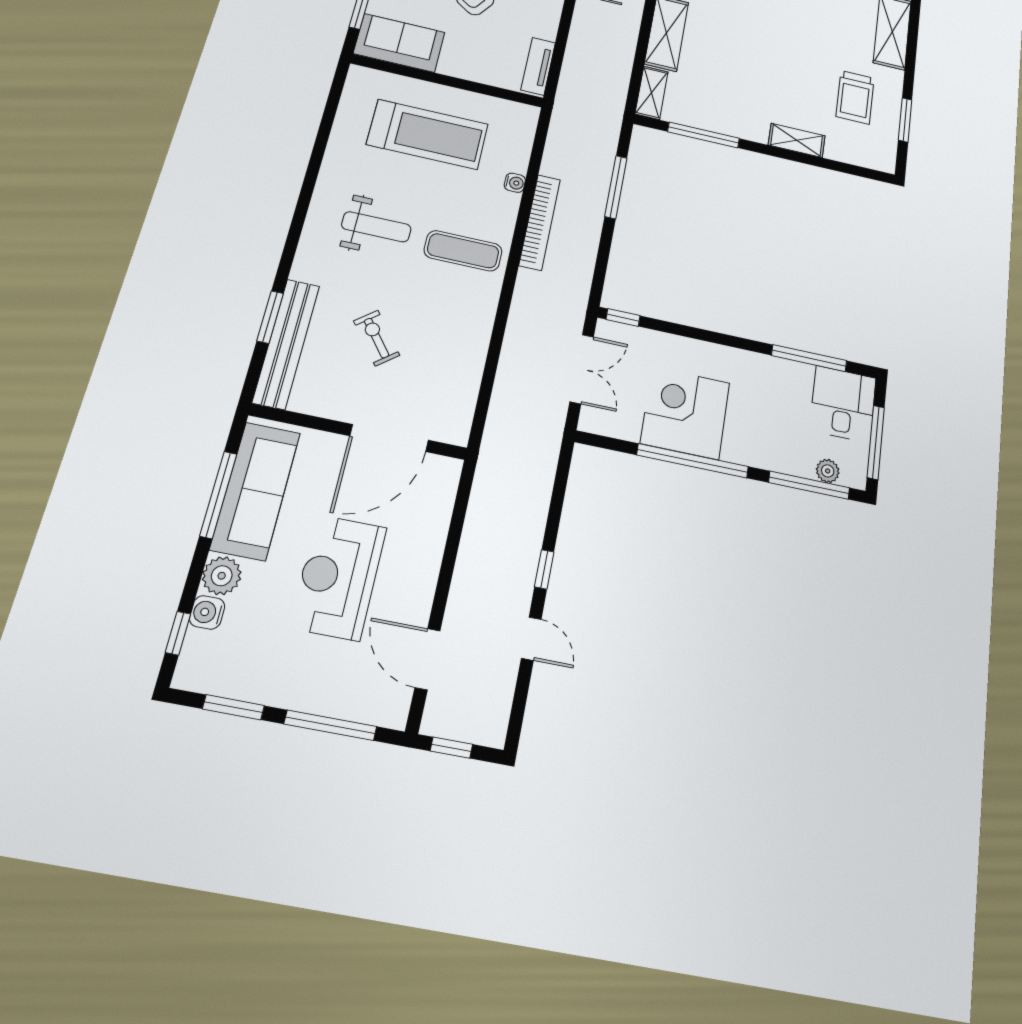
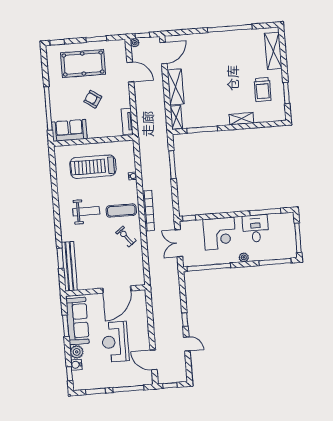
treadmill: (428, 134) -> (93, 167), turned 180
bookcase: (540, 222) -> (148, 211), moved
exercise bike: (377, 338) -> (126, 237), moved
double door: (582, 369) -> (179, 243), swing flipped
desk: (843, 404) -> (256, 229), moved
corner desk: (685, 413) -> (220, 233), moved, turned 180
window: (693, 461) -> (209, 267), moved
plant: (828, 471) -> (244, 257), moved
window: (218, 495) -> (66, 326), width x0.69

